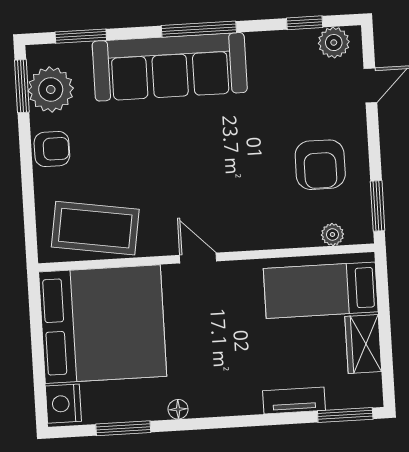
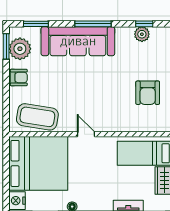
plant: (334, 43) -> (142, 34), moved
plant: (332, 234) -> (152, 127), removed

